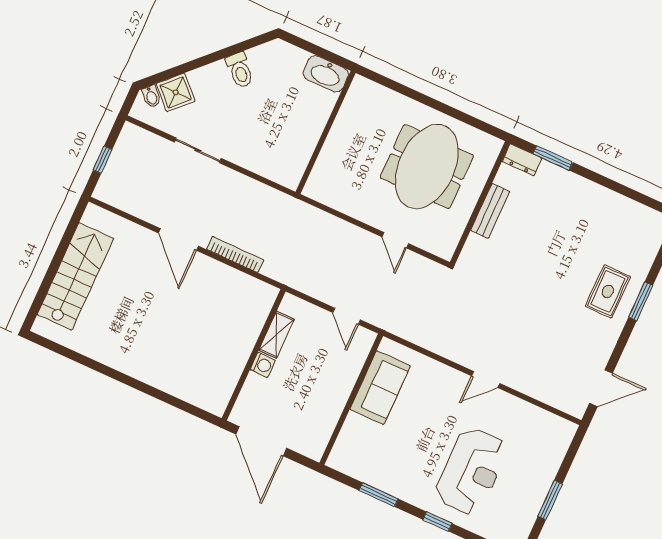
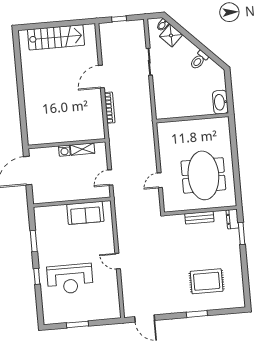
meeting table: (427, 167) -> (203, 175), turned 90
rug: (608, 291) -> (207, 281), moved, width x1.36, depth x1.43

